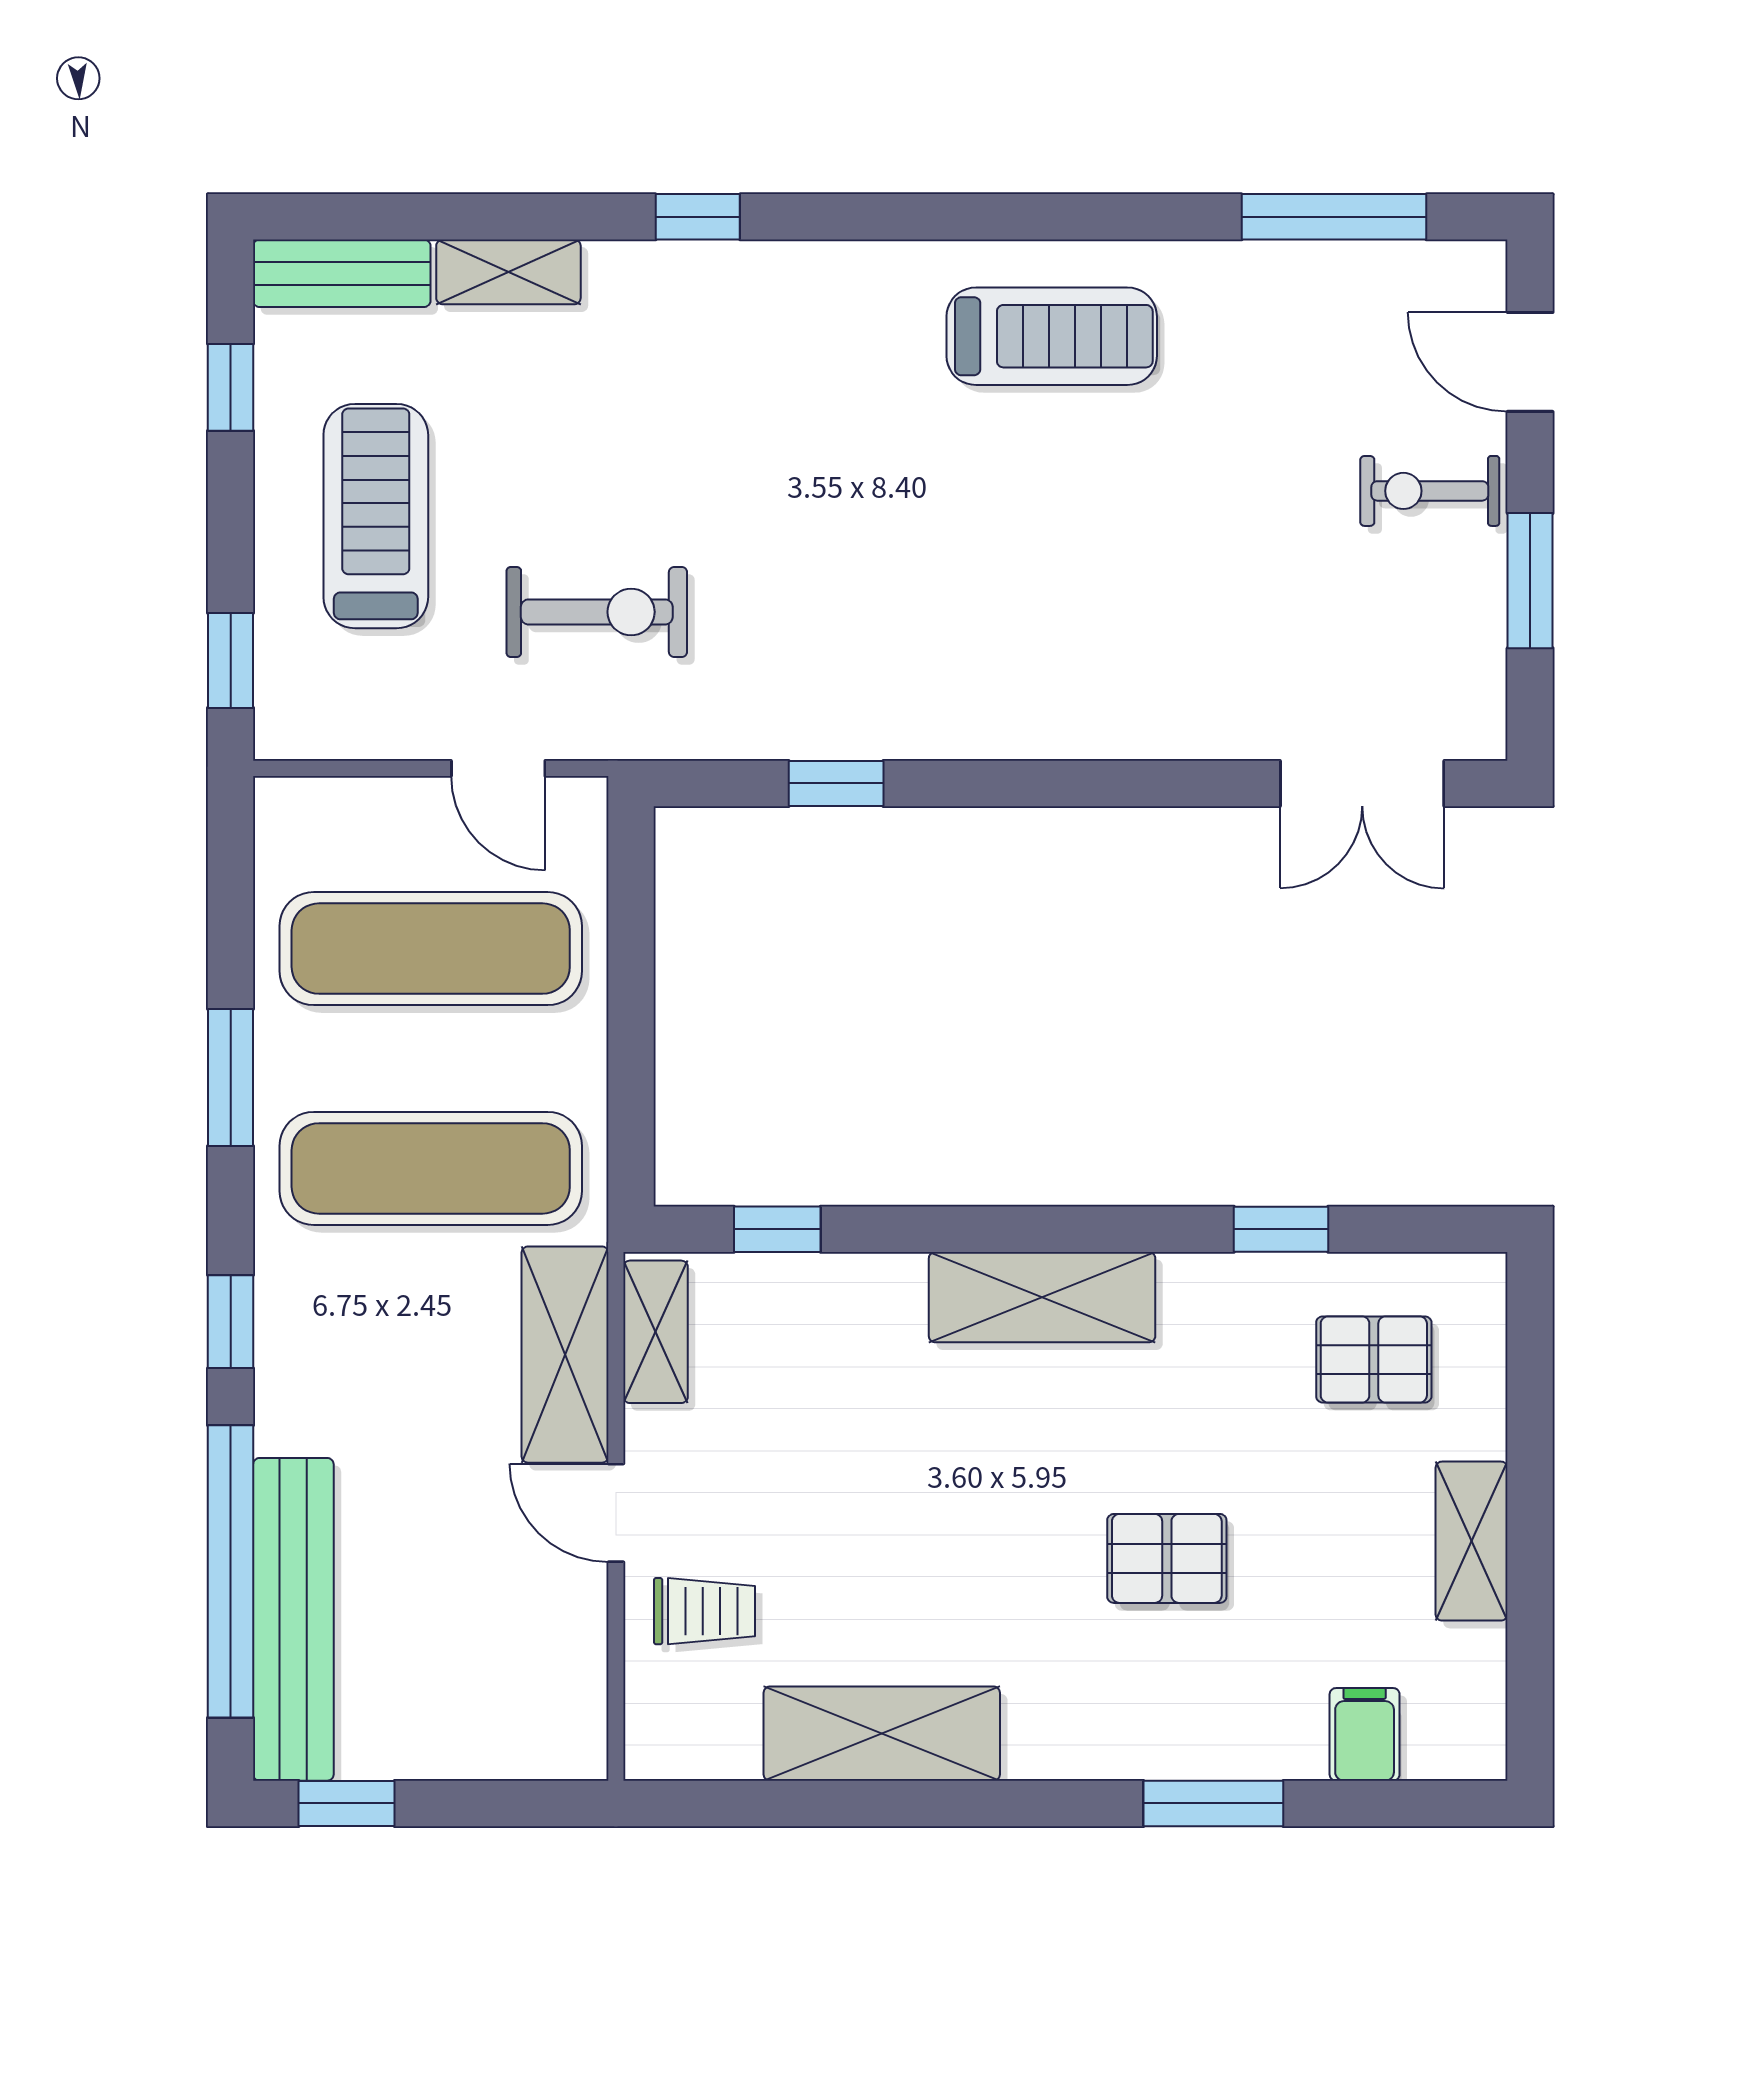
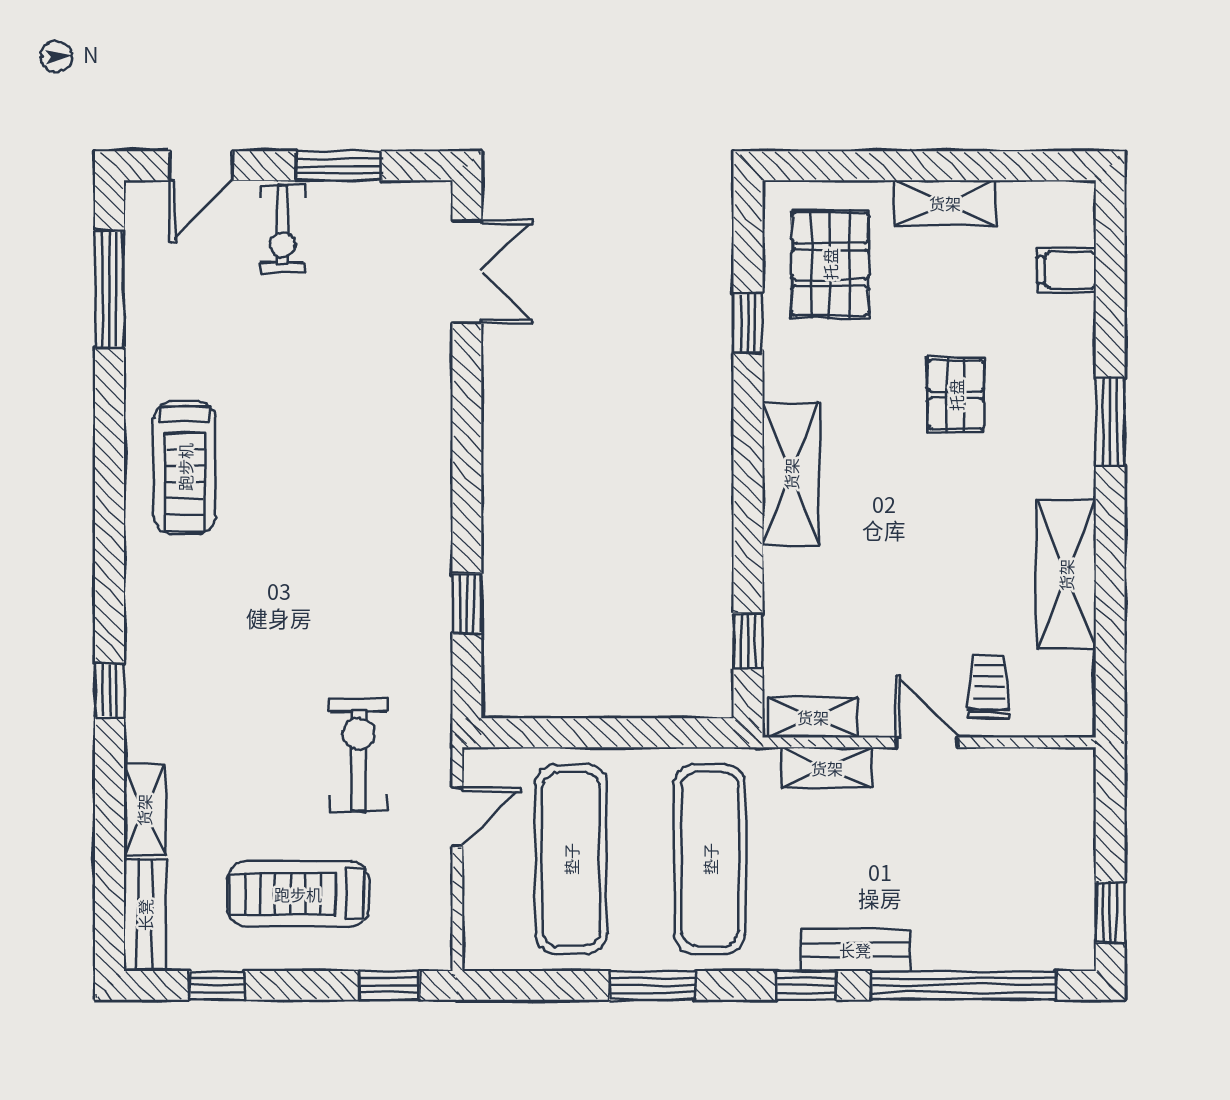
treadmill: (1052, 336) -> (185, 467), turned 180
shelving: (565, 1355) -> (827, 768), width x0.67, depth x0.75
pallet: (1374, 1359) -> (830, 264), width x1.50, depth x1.42
door: (616, 1513) -> (927, 742), swing flipped
bench: (293, 1619) -> (855, 950), moved, width x0.54, depth x0.82
window: (1213, 1803) -> (1110, 422), moved

